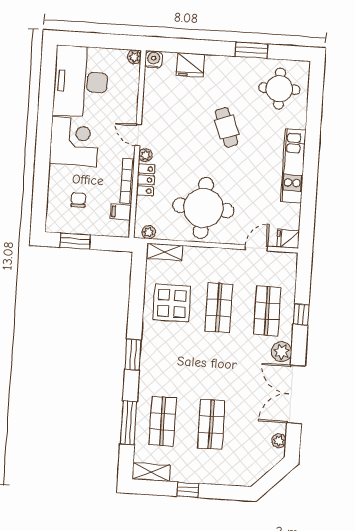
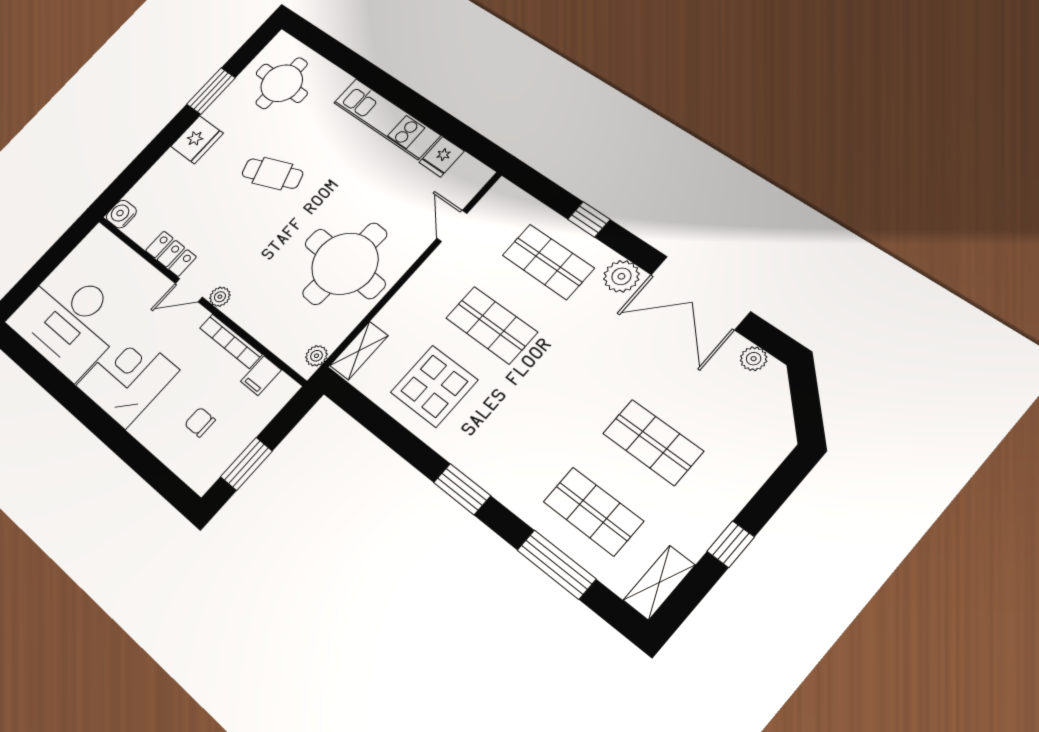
plant: (134, 57) -> (99, 236), removed
fridge: (190, 65) -> (197, 140), moved
locker: (146, 180) -> (171, 254), moved
fridge: (288, 239) -> (442, 157), moved

